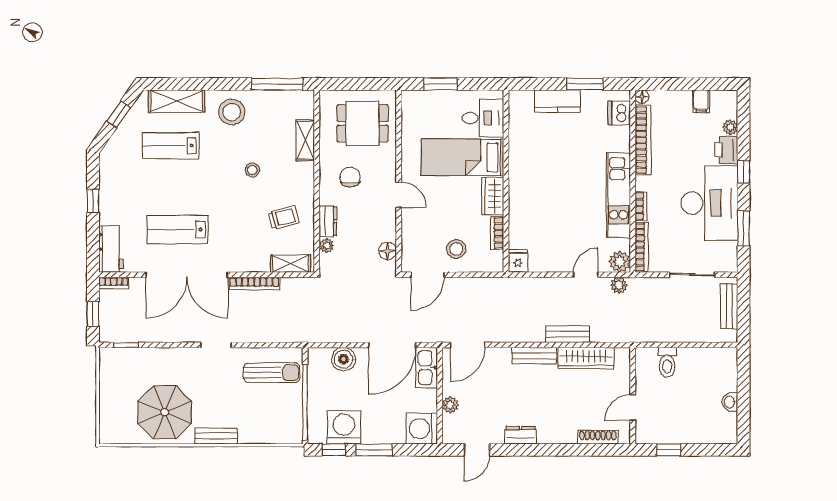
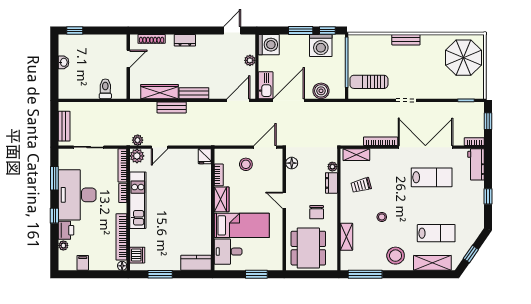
kitchen counter: (558, 101) -> (196, 263), moved
dining table: (363, 123) -> (308, 248), width x1.38
parasol: (165, 412) -> (464, 58), moved
dresser: (521, 435) -> (185, 40), moved
window: (669, 450) -> (75, 30), moved

